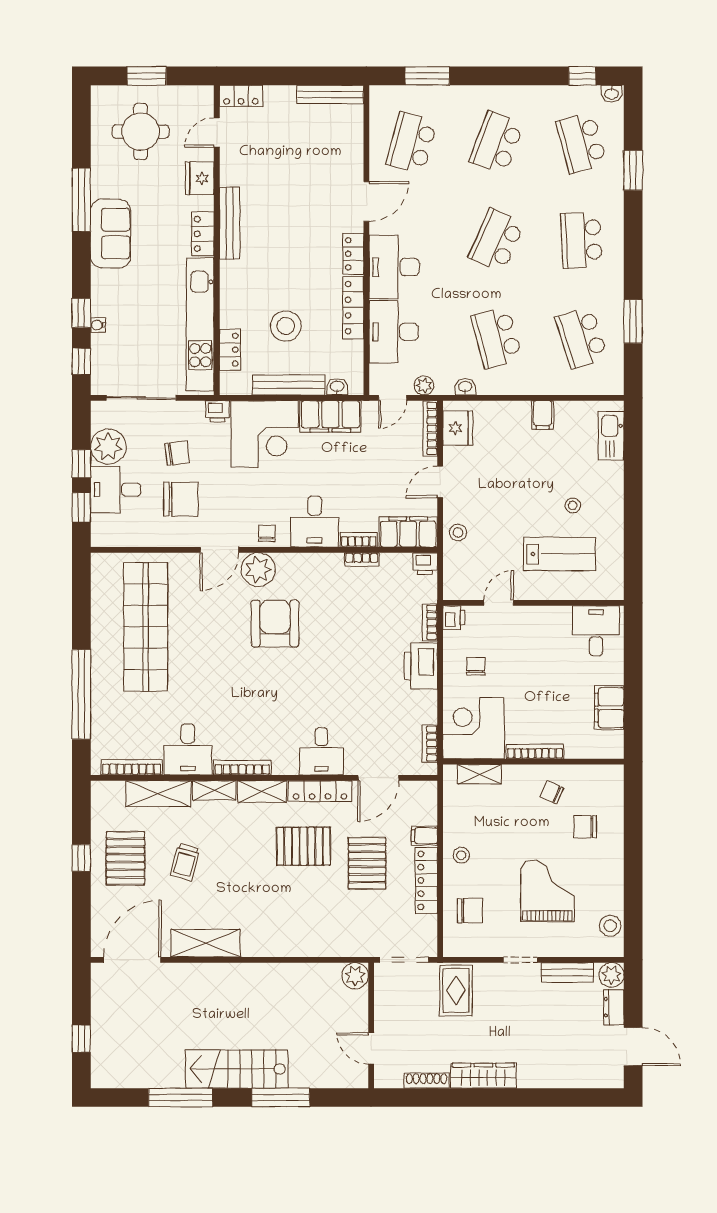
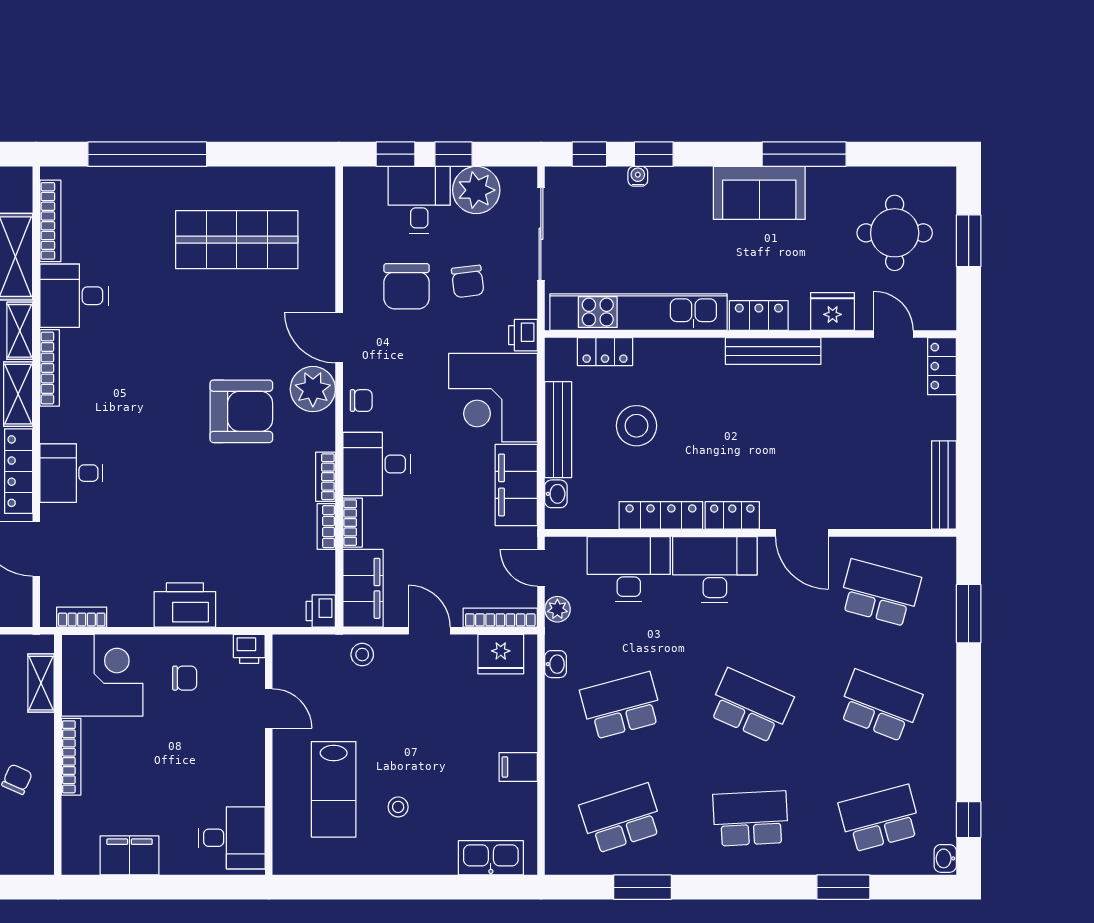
bookcase: (430, 622) -> (326, 477), moved, turned -90
shop shelf: (146, 627) -> (237, 240), width x0.71

